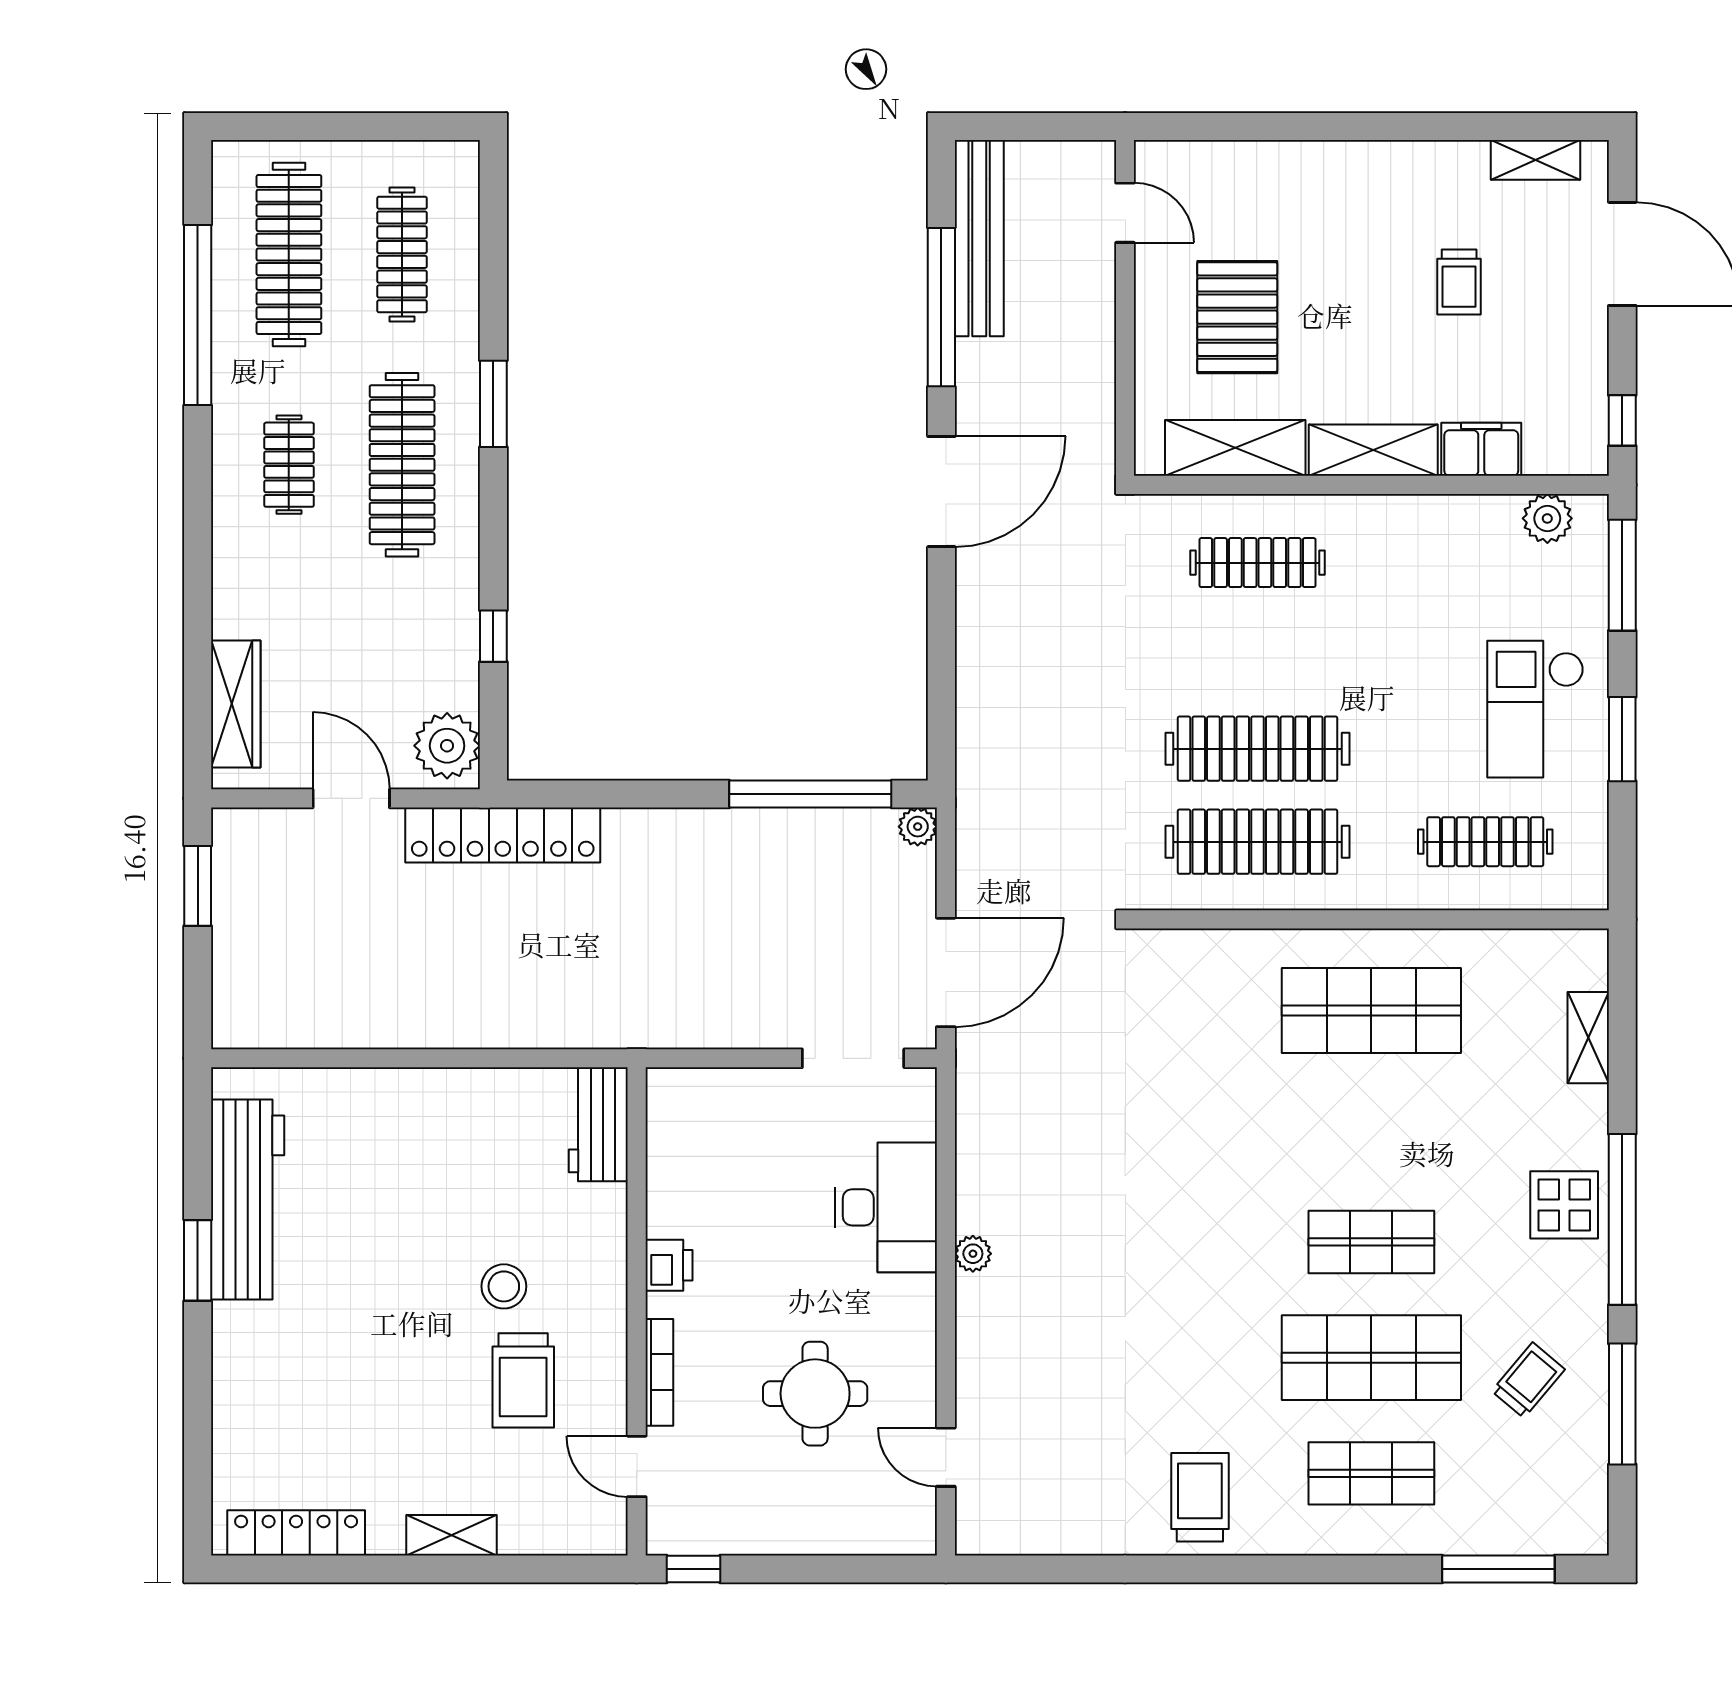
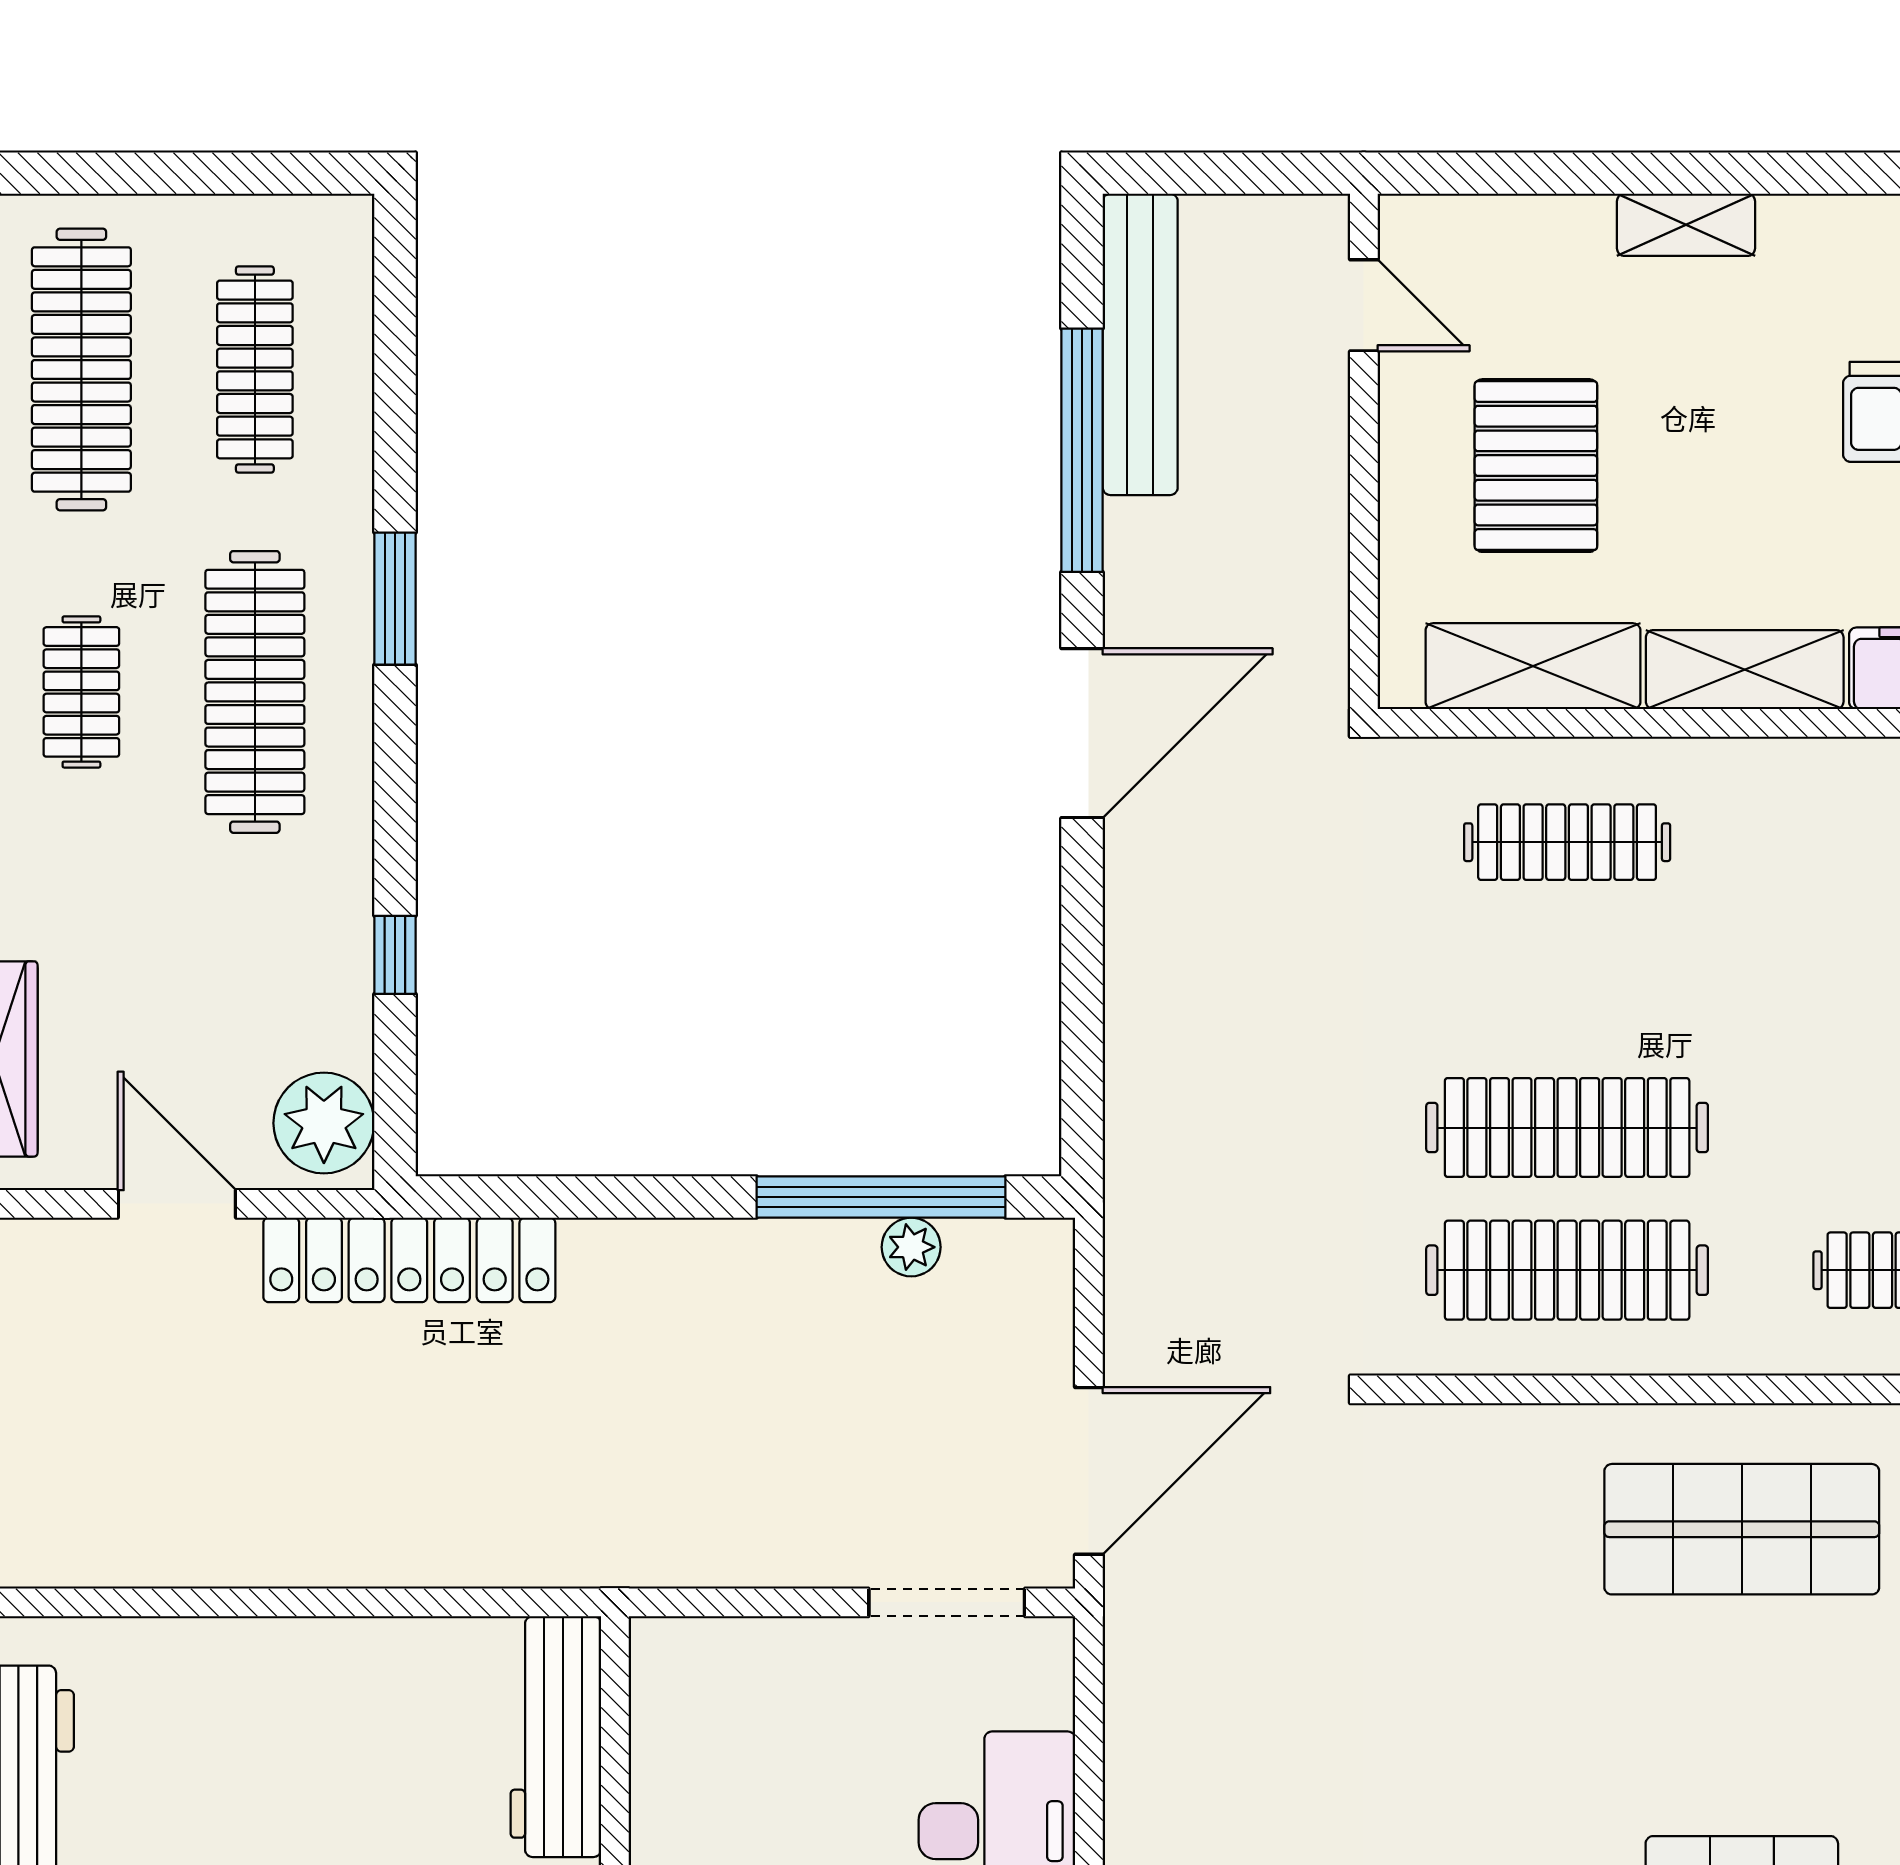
shelving: (1335, 160) -> (1686, 225), added
plant: (918, 827) -> (911, 1247), moved
workbench: (598, 1124) -> (556, 1737), width x1.38

